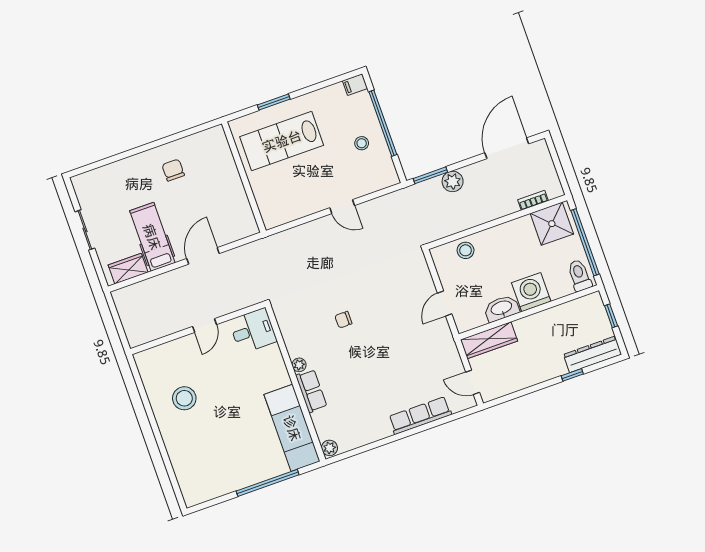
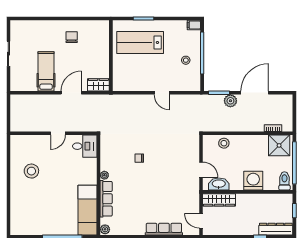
door: (507, 148) -> (255, 93), moved
wardrobe: (128, 269) -> (98, 85), moved
door: (445, 303) -> (201, 170), swing flipped
washbasin: (502, 308) -> (219, 184), moved
row of seats: (311, 391) -> (106, 199), width x1.48

